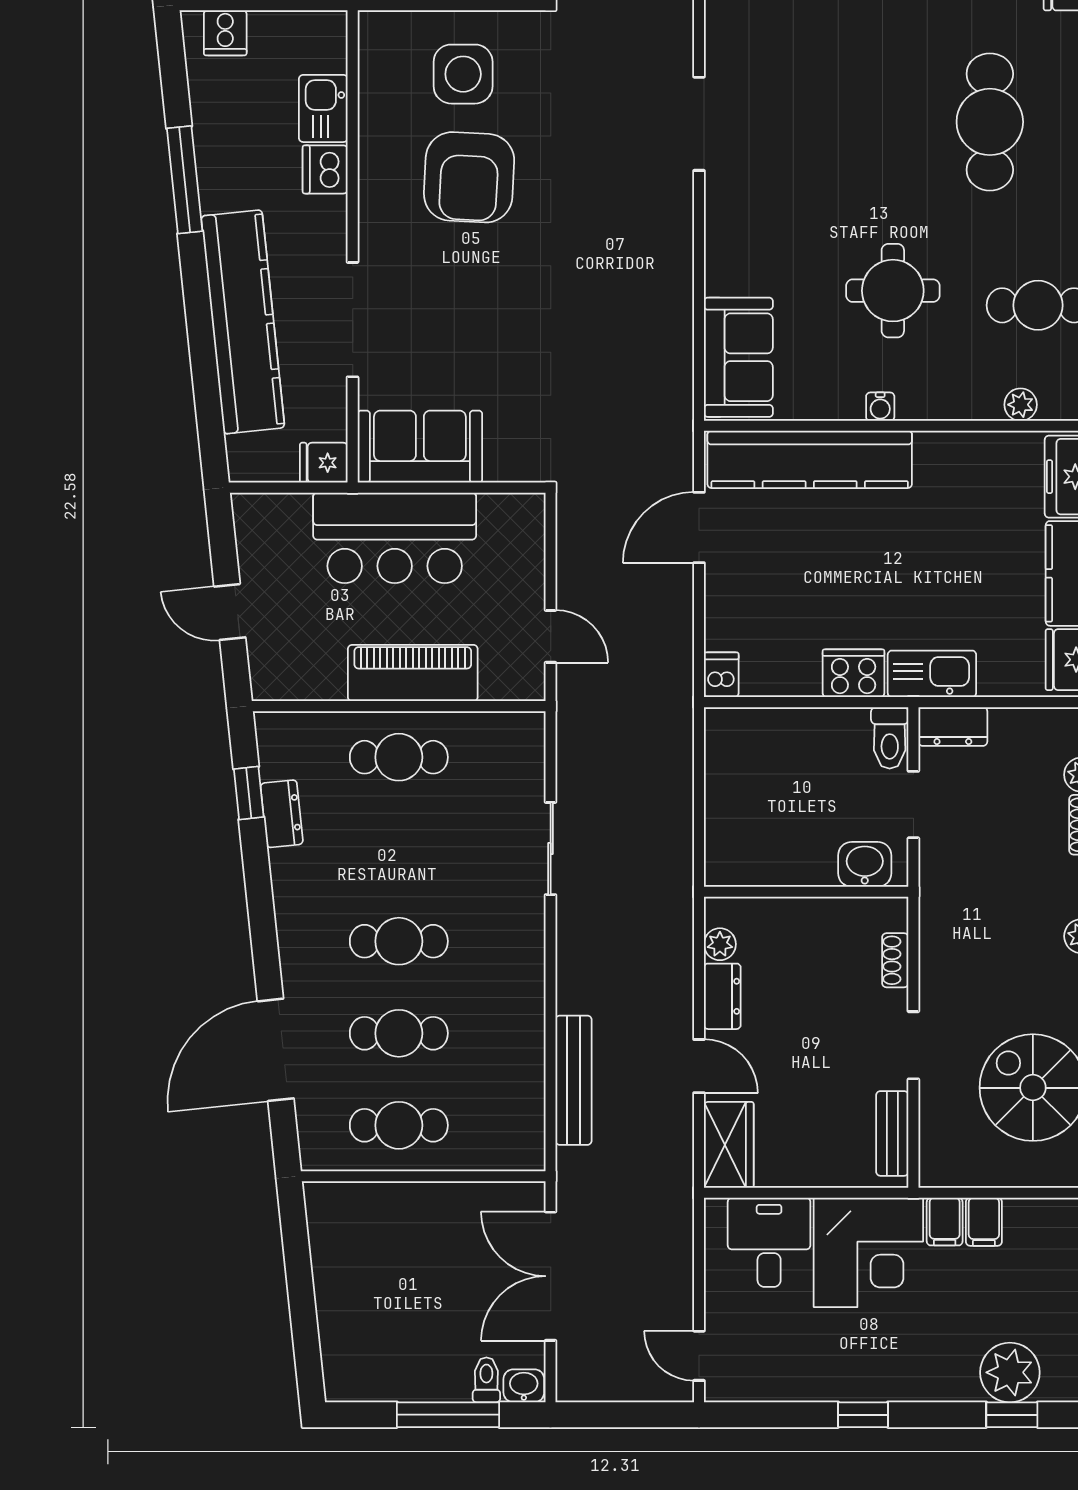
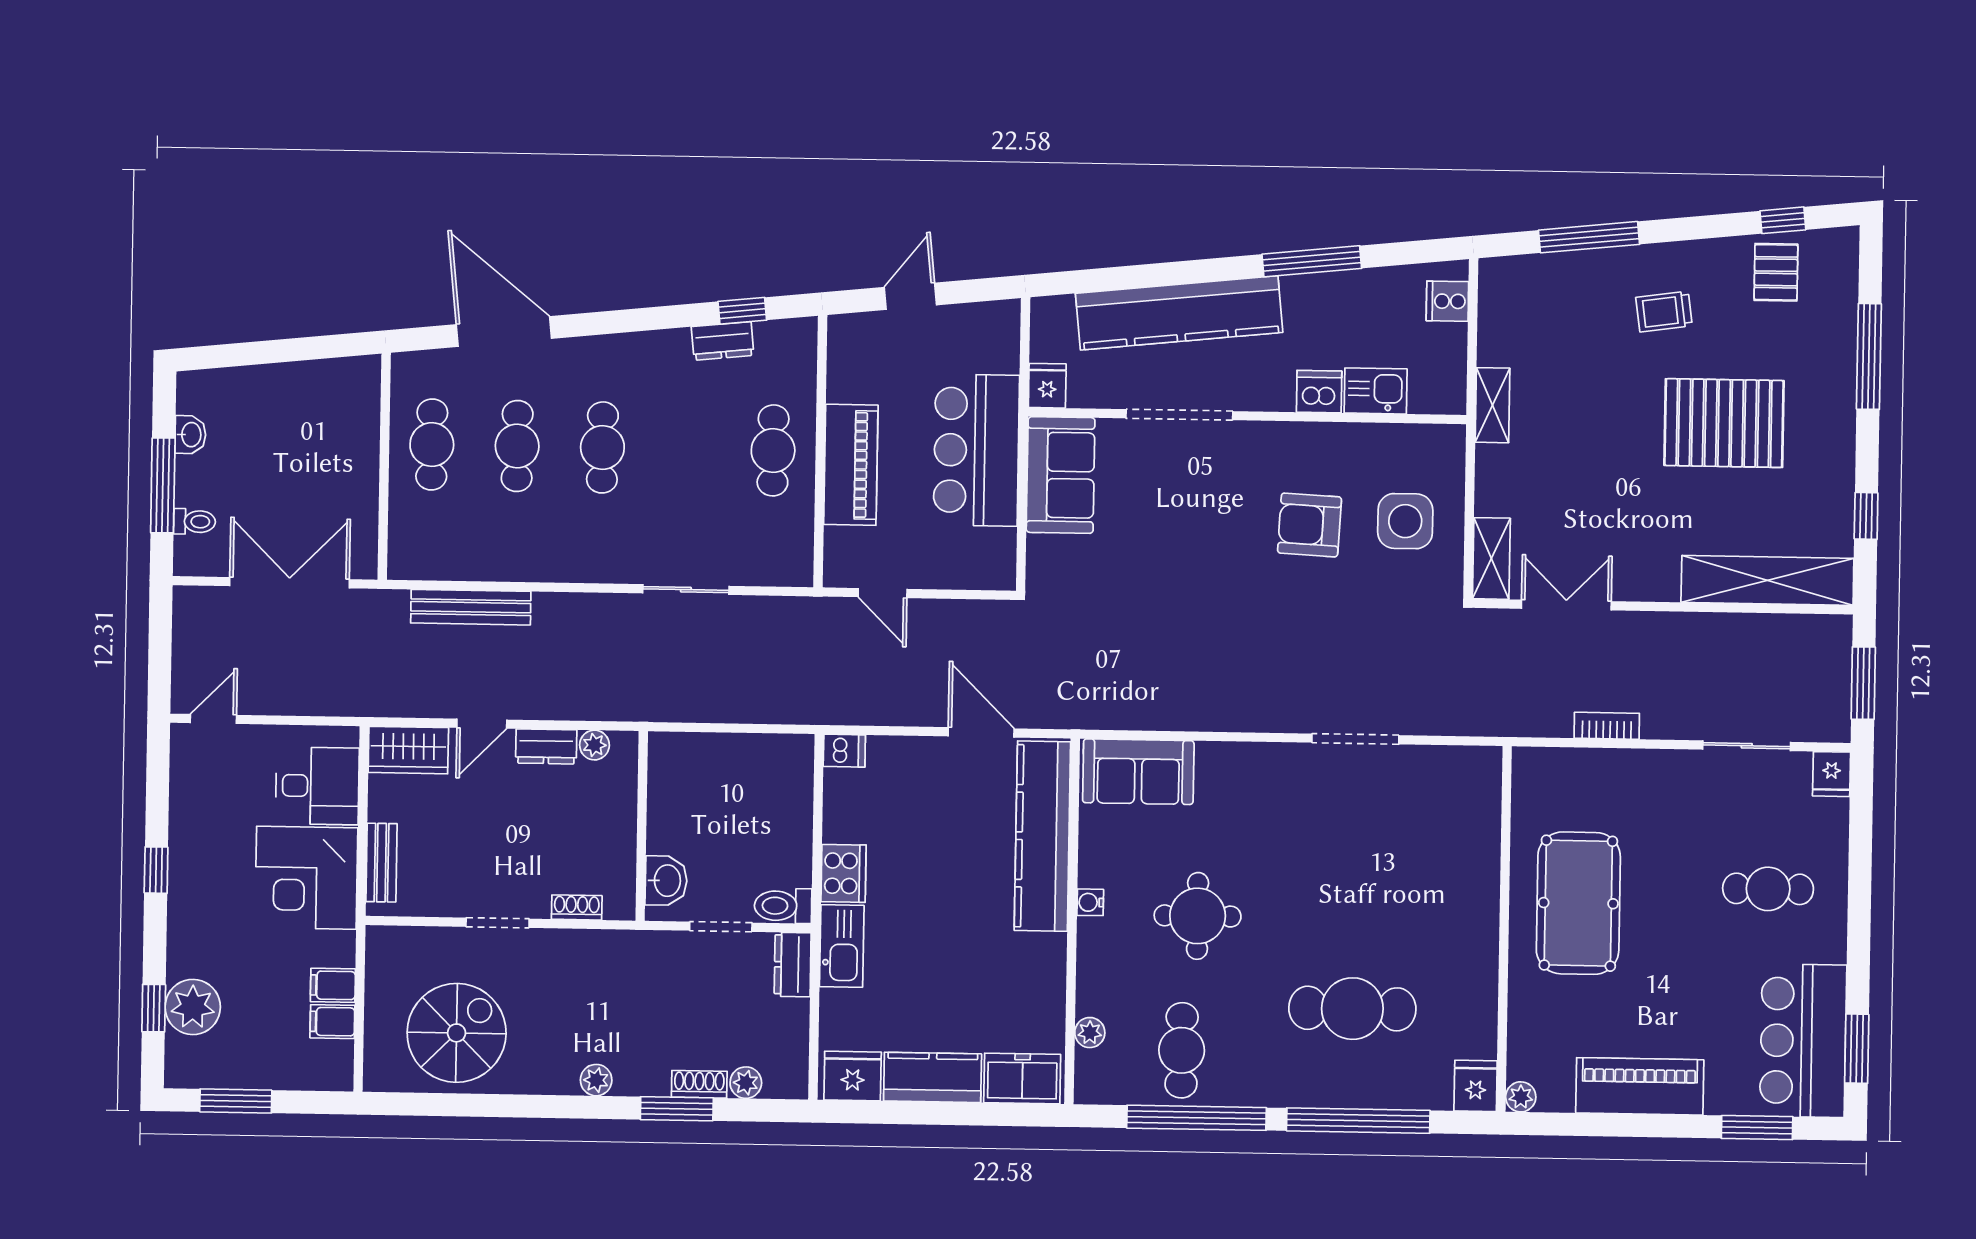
armchair: (469, 177) -> (1309, 525), width x0.73, depth x0.73
door: (551, 636) -> (883, 593), hinge flipped
bench: (892, 1133) -> (382, 863), moved, turned 90
filing cabinet: (945, 1222) -> (332, 1022), moved
washbasin: (524, 1386) -> (190, 435), moved

